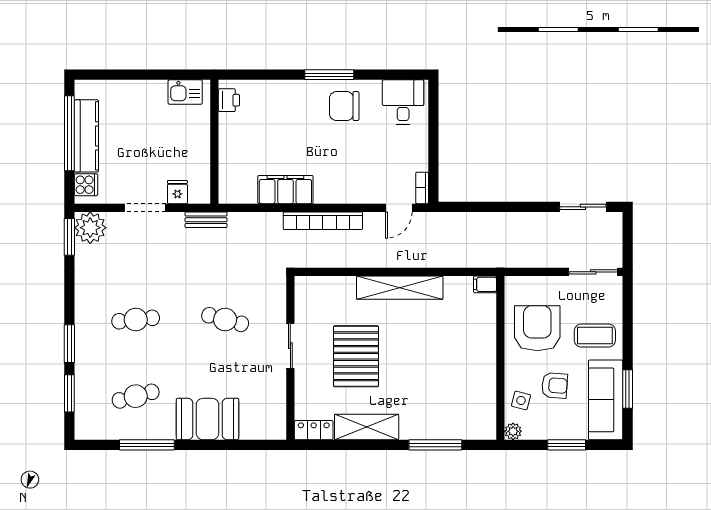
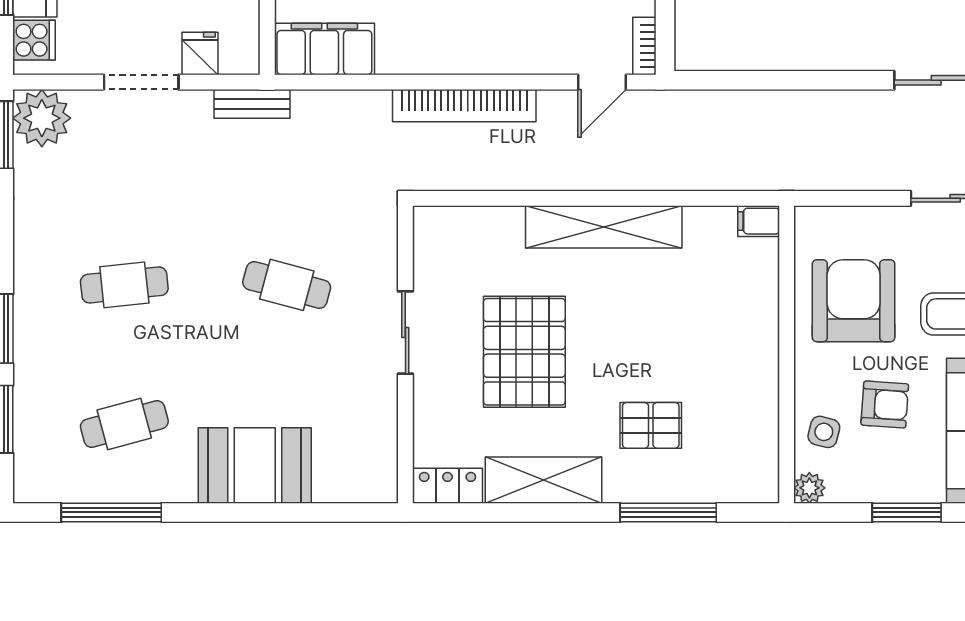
filing cabinet: (285, 190) -> (324, 49), moved
pallet: (426, 397) -> (651, 425), added
window: (147, 445) -> (111, 512), moved

